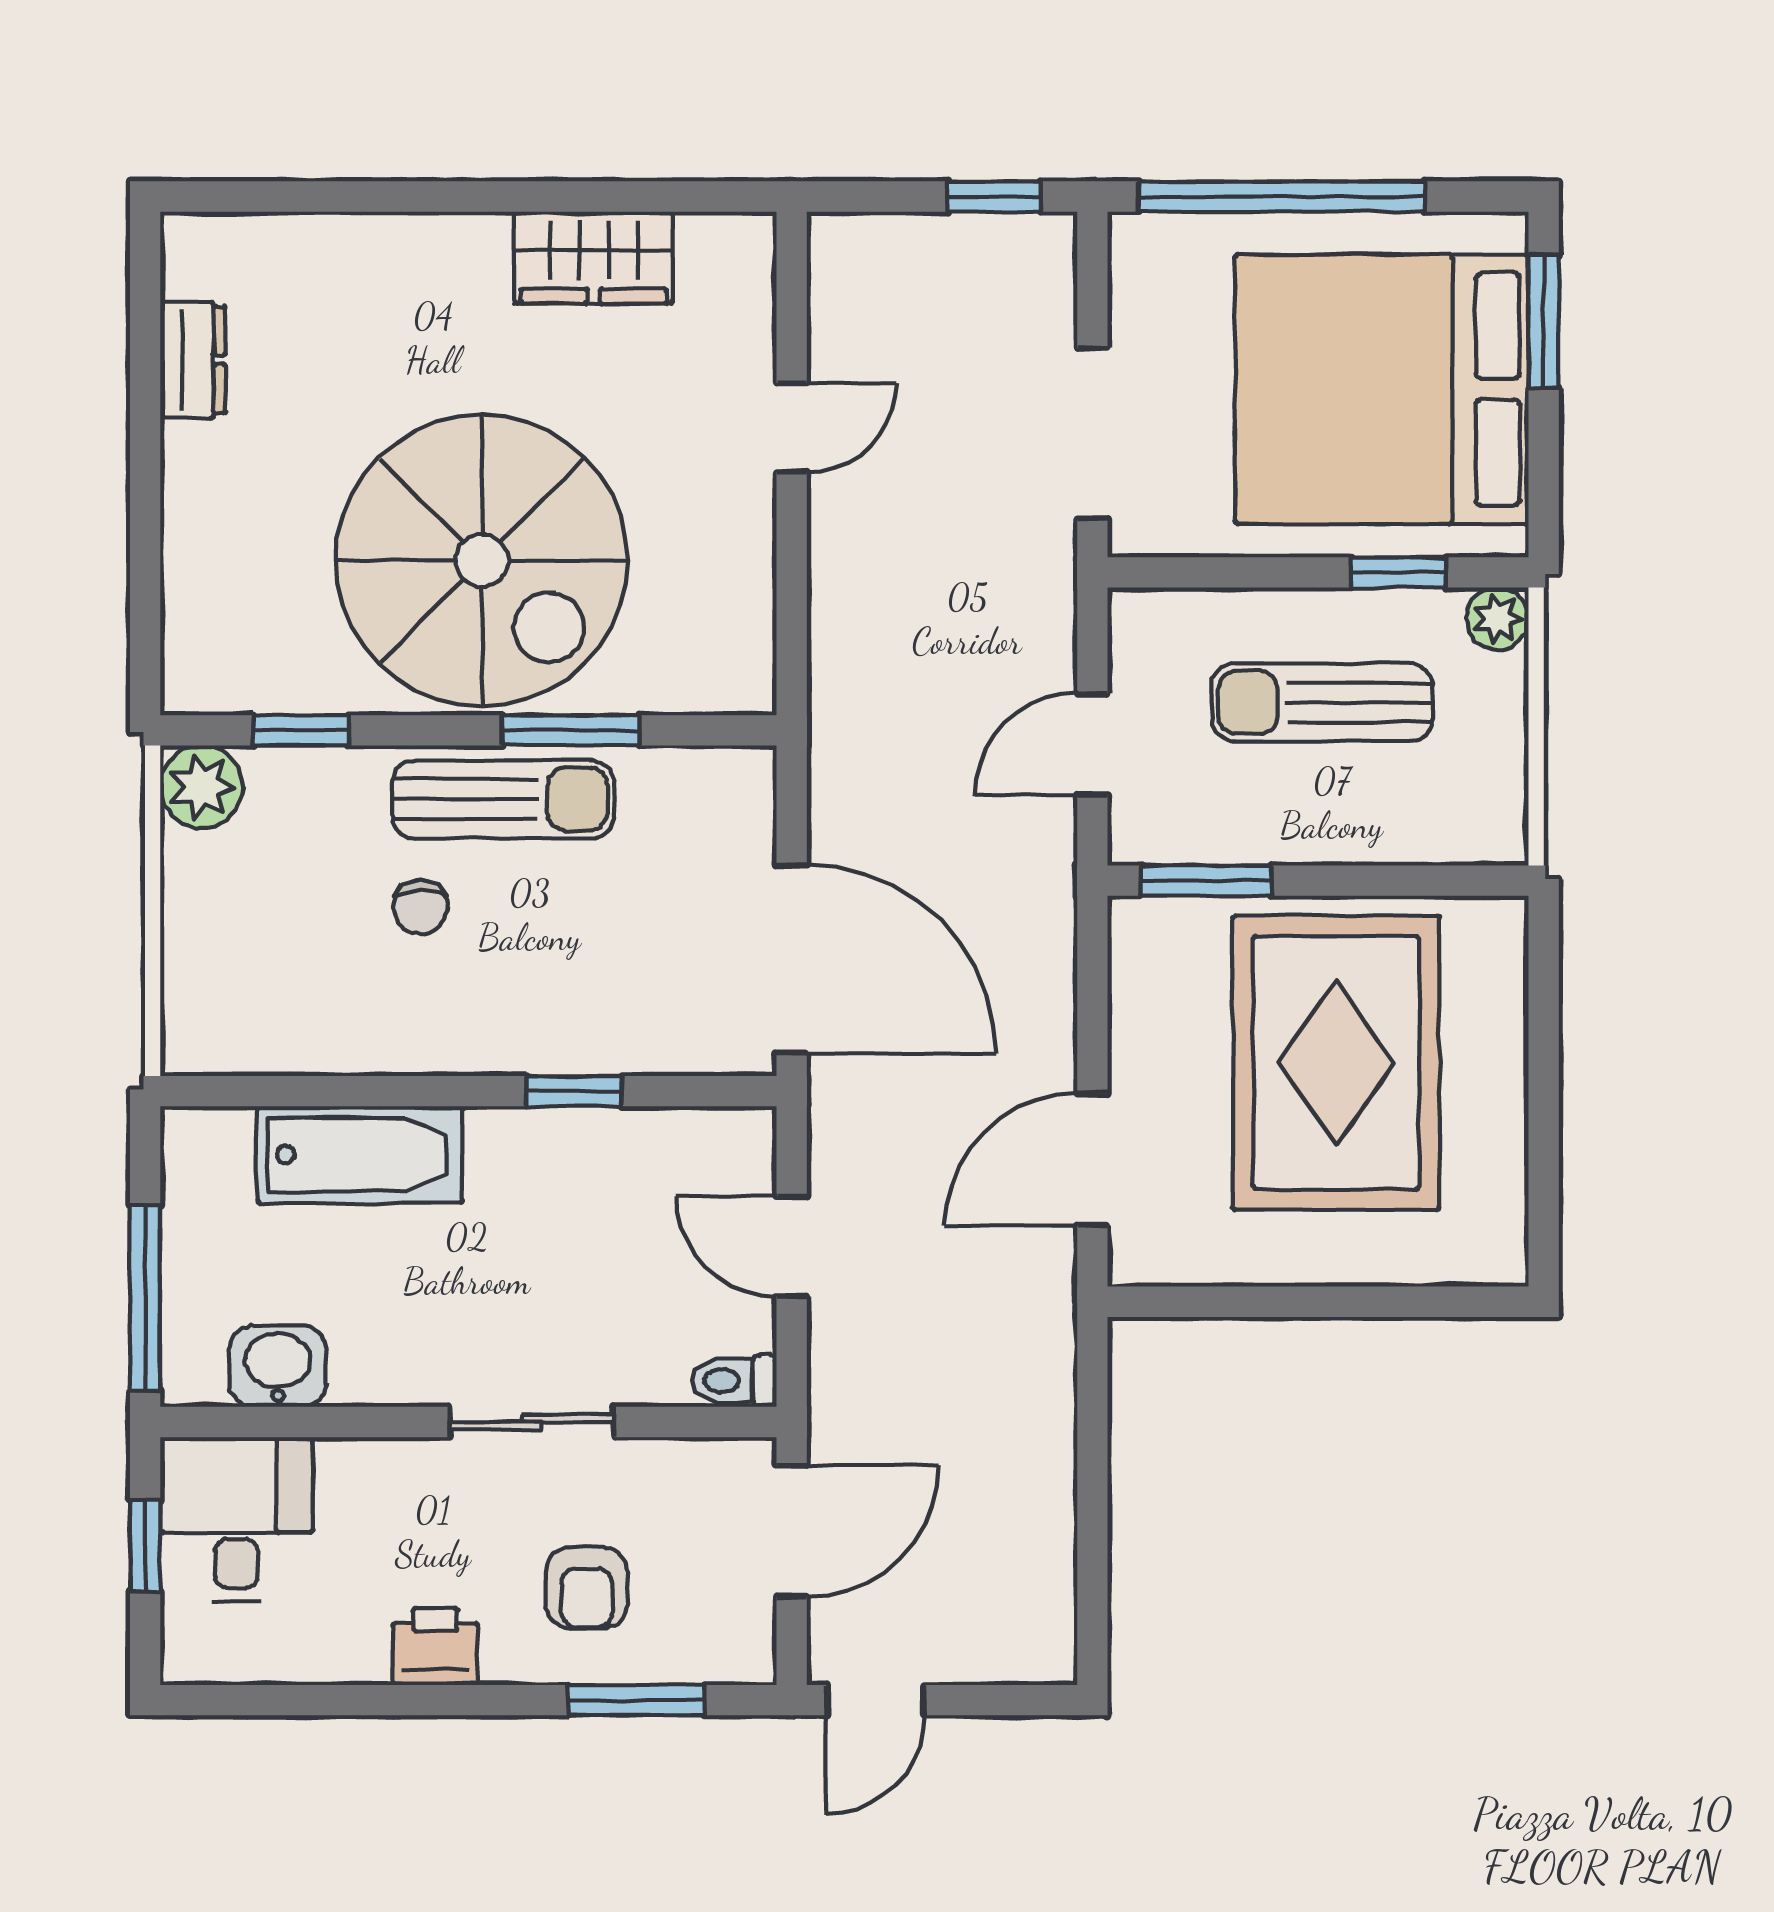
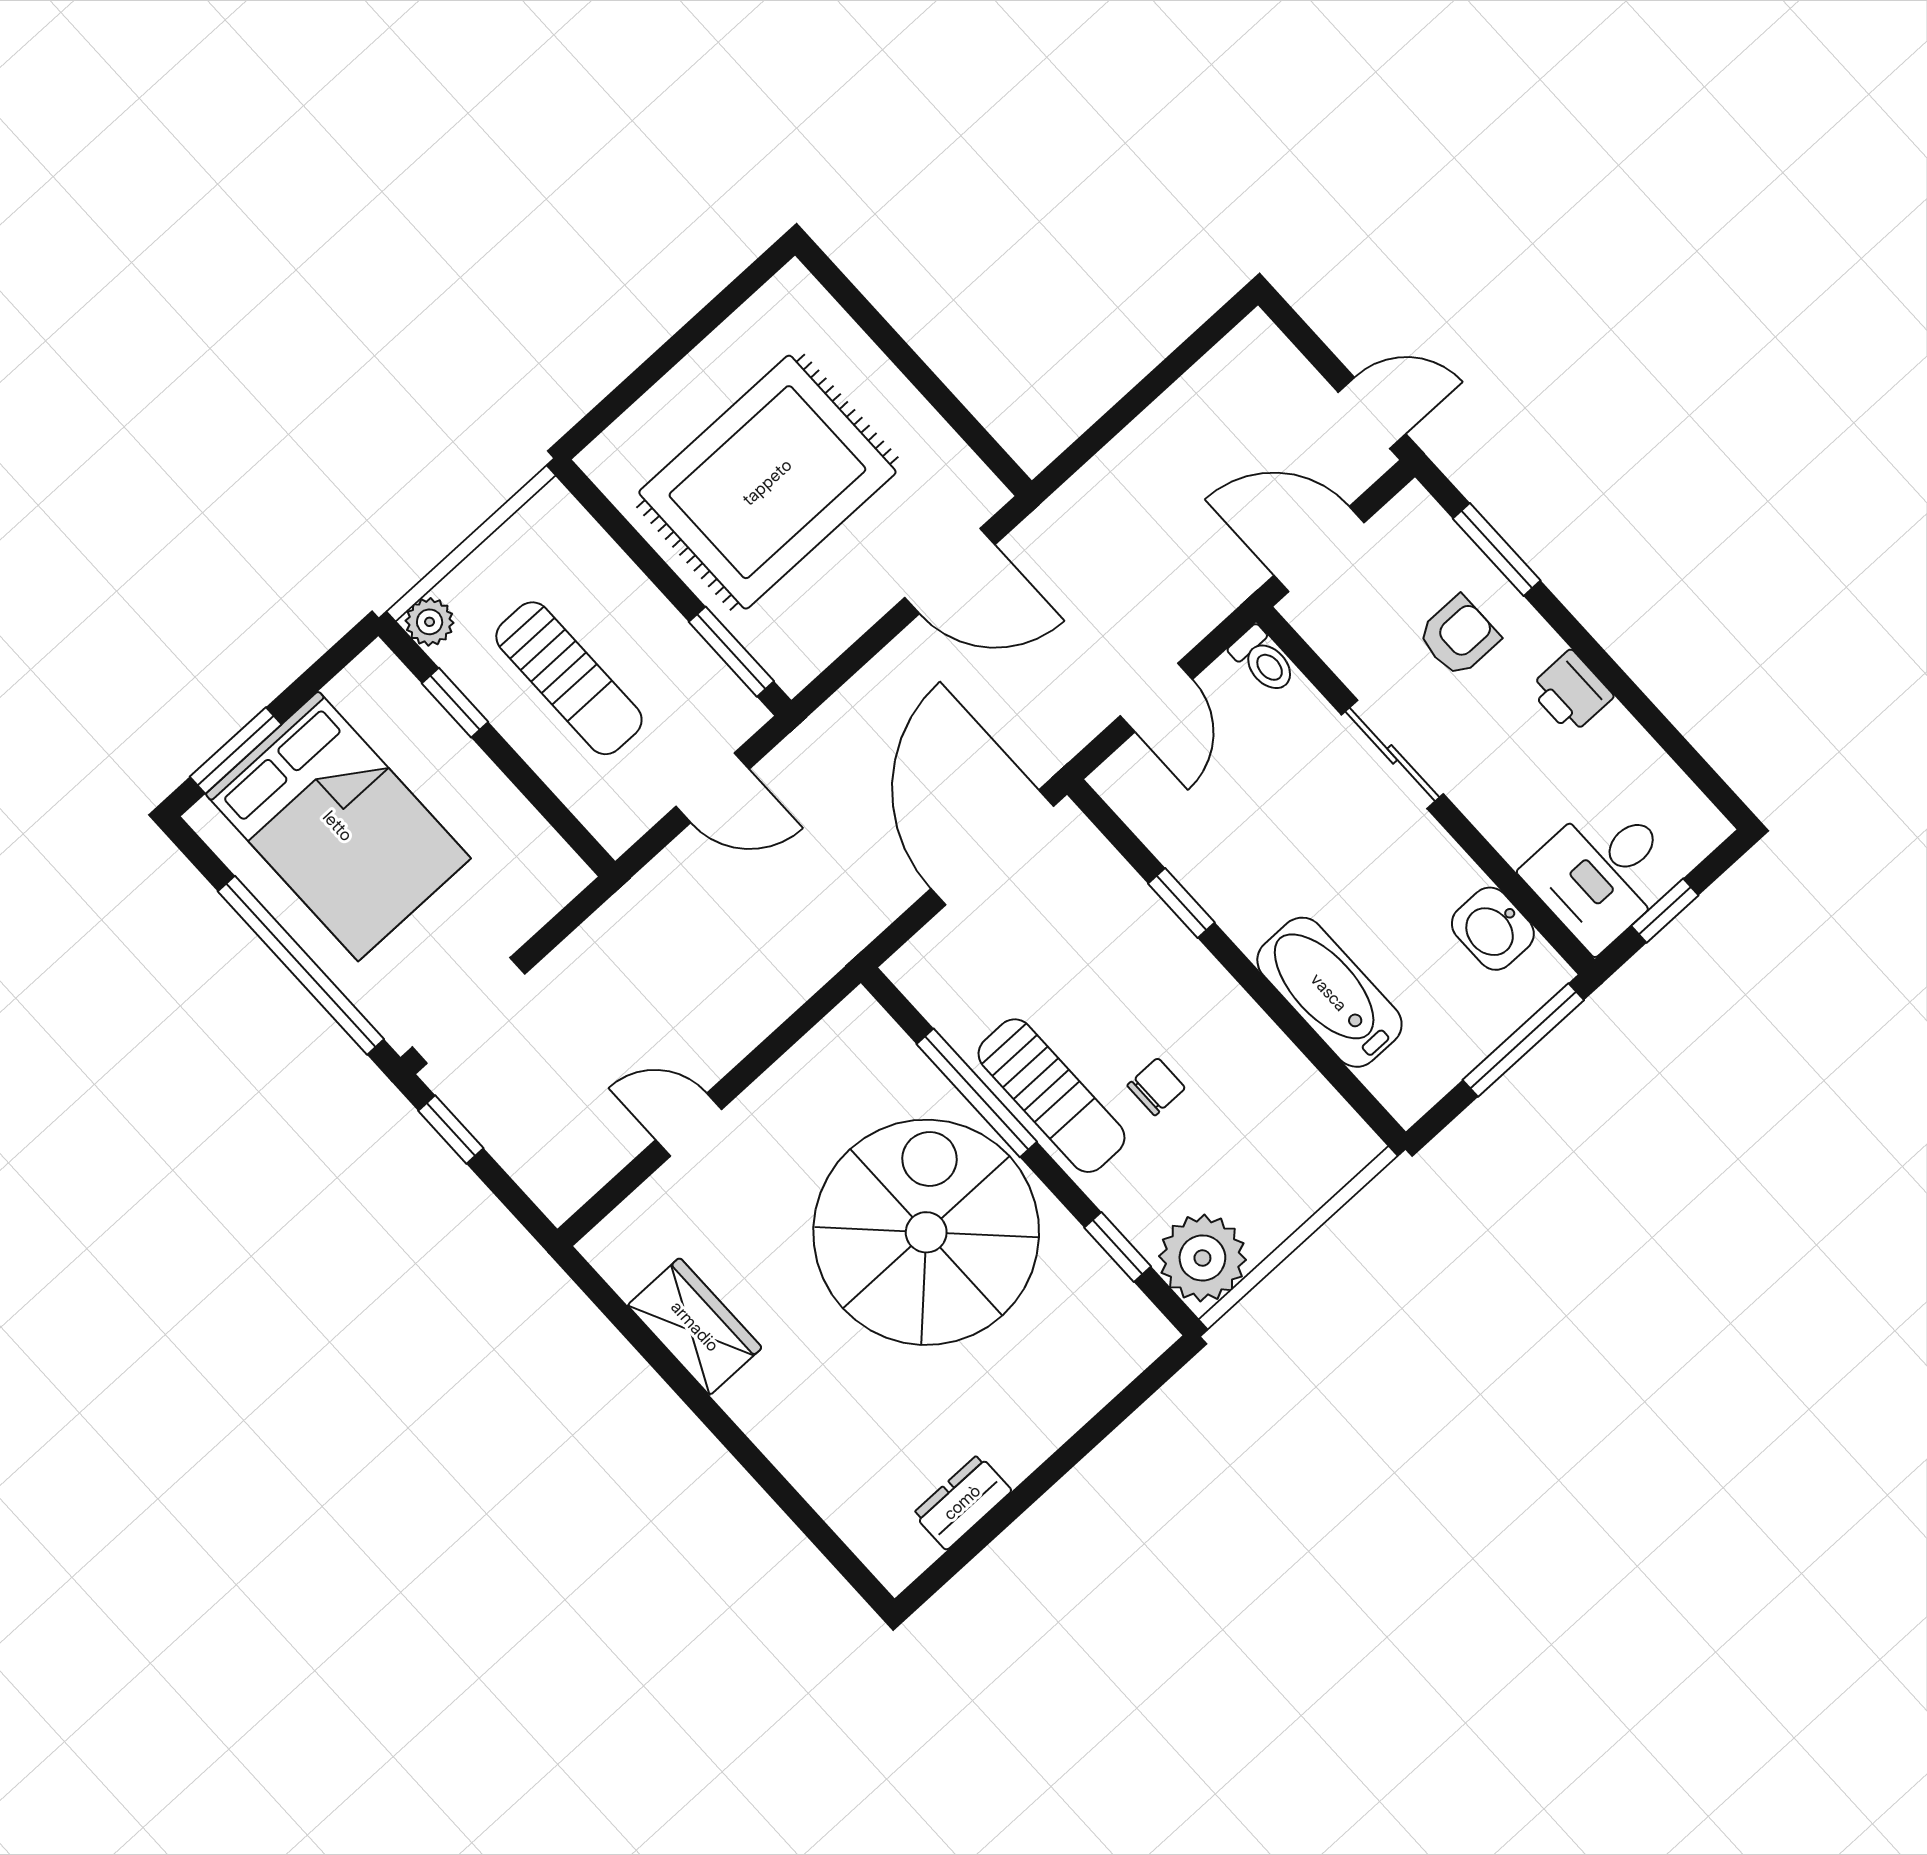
bed: (1382, 389) -> (338, 826), width x0.73
doorway: (1092, 434) -> (469, 1010), moved
window: (571, 730) -> (977, 1093), width x1.44
plant: (202, 787) -> (1202, 1258), width x1.36, depth x1.36
sun lounger: (503, 799) -> (1051, 1096), turned 180

